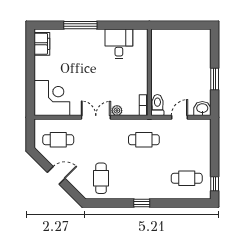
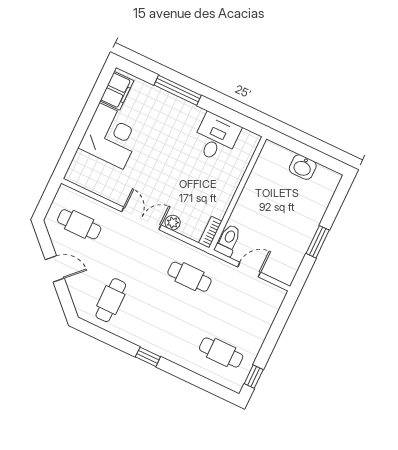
corner desk: (52, 98) -> (111, 136), moved
washbasin: (202, 109) -> (303, 167), moved, turned 180

